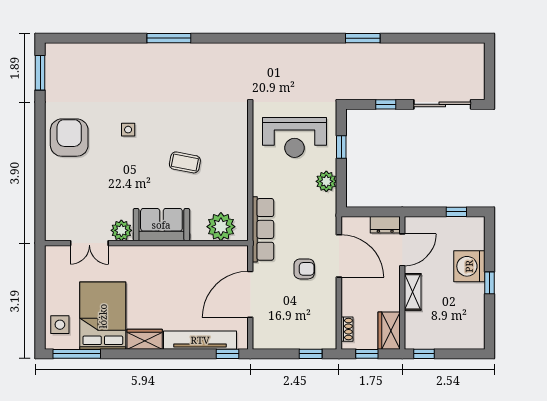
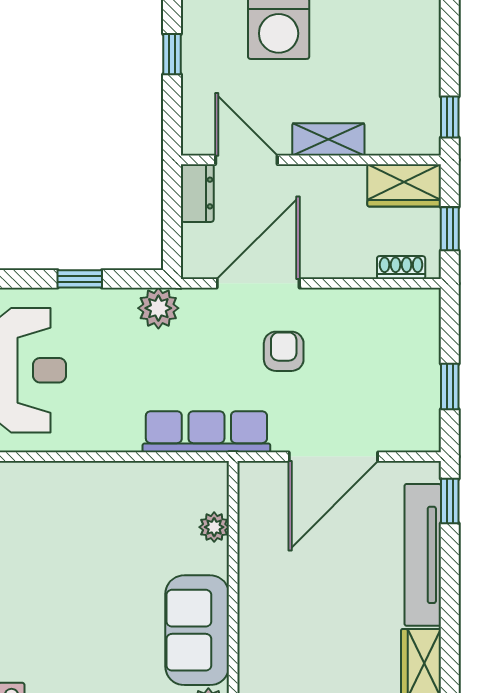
window: (341, 147) -> (80, 279), moved
coffee table: (185, 162) -> (76, 584), removed
plant: (326, 181) -> (158, 308), moved
plant: (221, 227) -> (214, 527), width x0.53, depth x0.53
door: (250, 294) -> (333, 457), hinge flipped
window: (311, 354) -> (450, 387), moved

